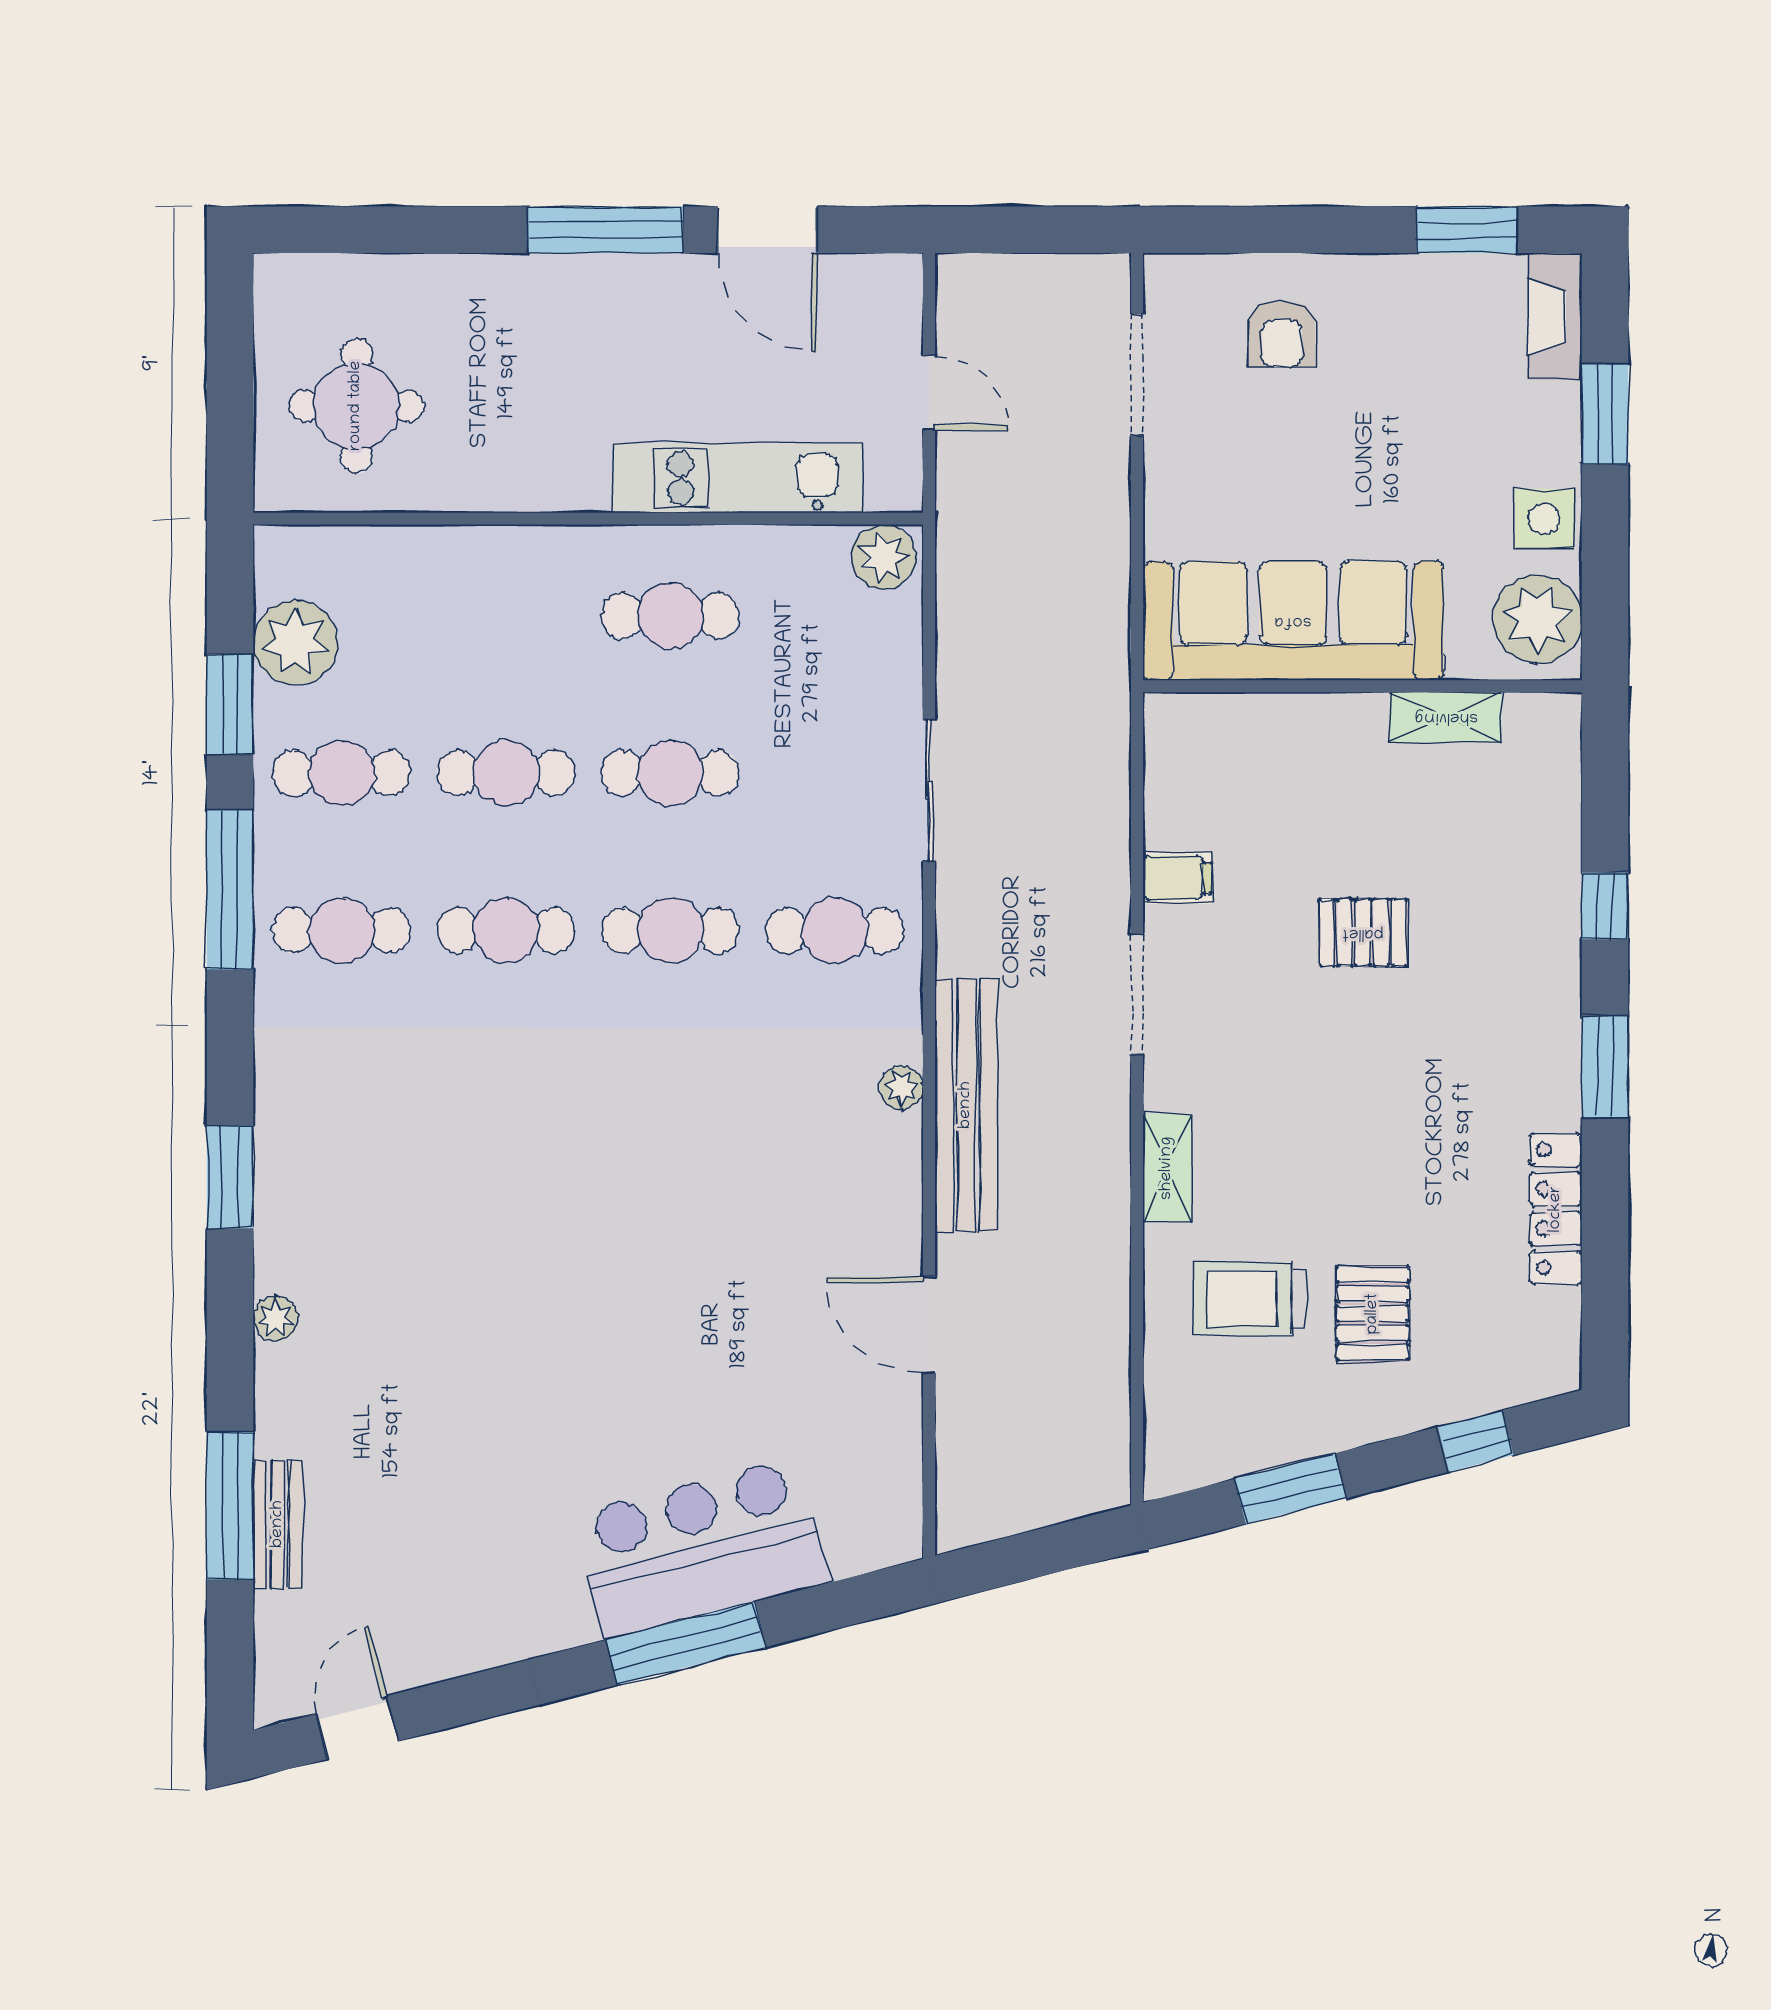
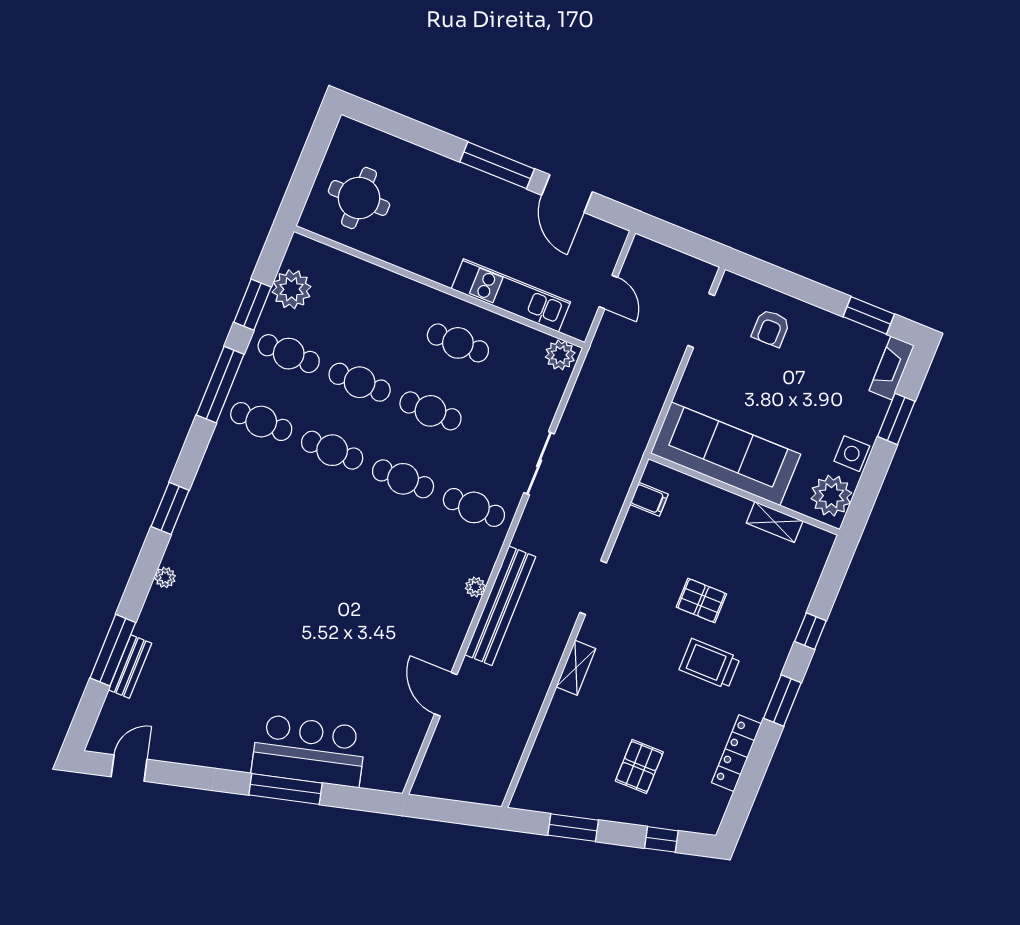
filing cabinet: (1177, 878) -> (649, 499), moved
trolley: (1250, 1299) -> (710, 664), moved

